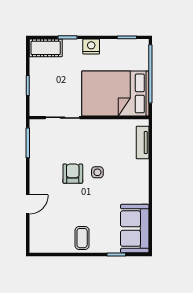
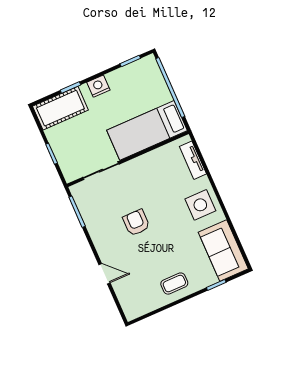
cot: (46, 48) -> (60, 108), width x1.37, depth x1.34
bed: (115, 93) -> (147, 130), width x0.67
side table: (97, 172) -> (200, 205), moved, width x1.87, depth x1.87
door: (28, 204) -> (104, 274), hinge flipped
coffee table: (82, 238) -> (174, 284), turned 90

